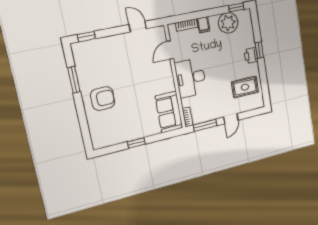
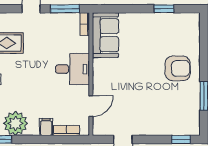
desk: (191, 78) -> (72, 69), width x0.73
armchair: (103, 99) -> (178, 68), turned 180
window: (136, 143) -> (164, 9), moved

